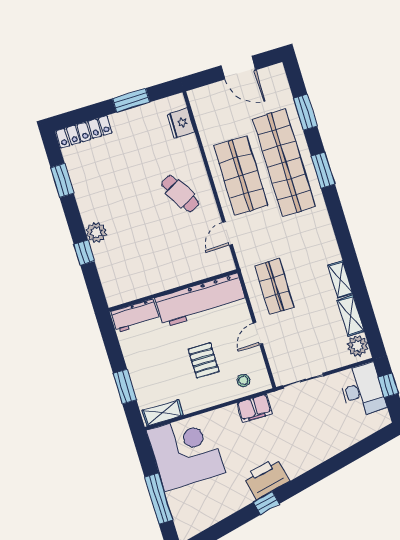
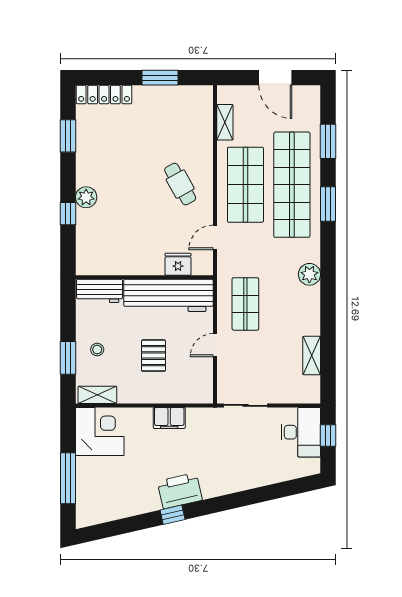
fridge: (181, 123) -> (178, 264), moved, turned 90
shelving: (340, 279) -> (225, 122), moved
plant: (358, 346) -> (309, 274), moved
stool: (243, 380) -> (97, 350), moved
filing cabinet: (254, 408) -> (169, 418), moved
corner desk: (186, 452) -> (100, 431), width x0.74, depth x0.74

